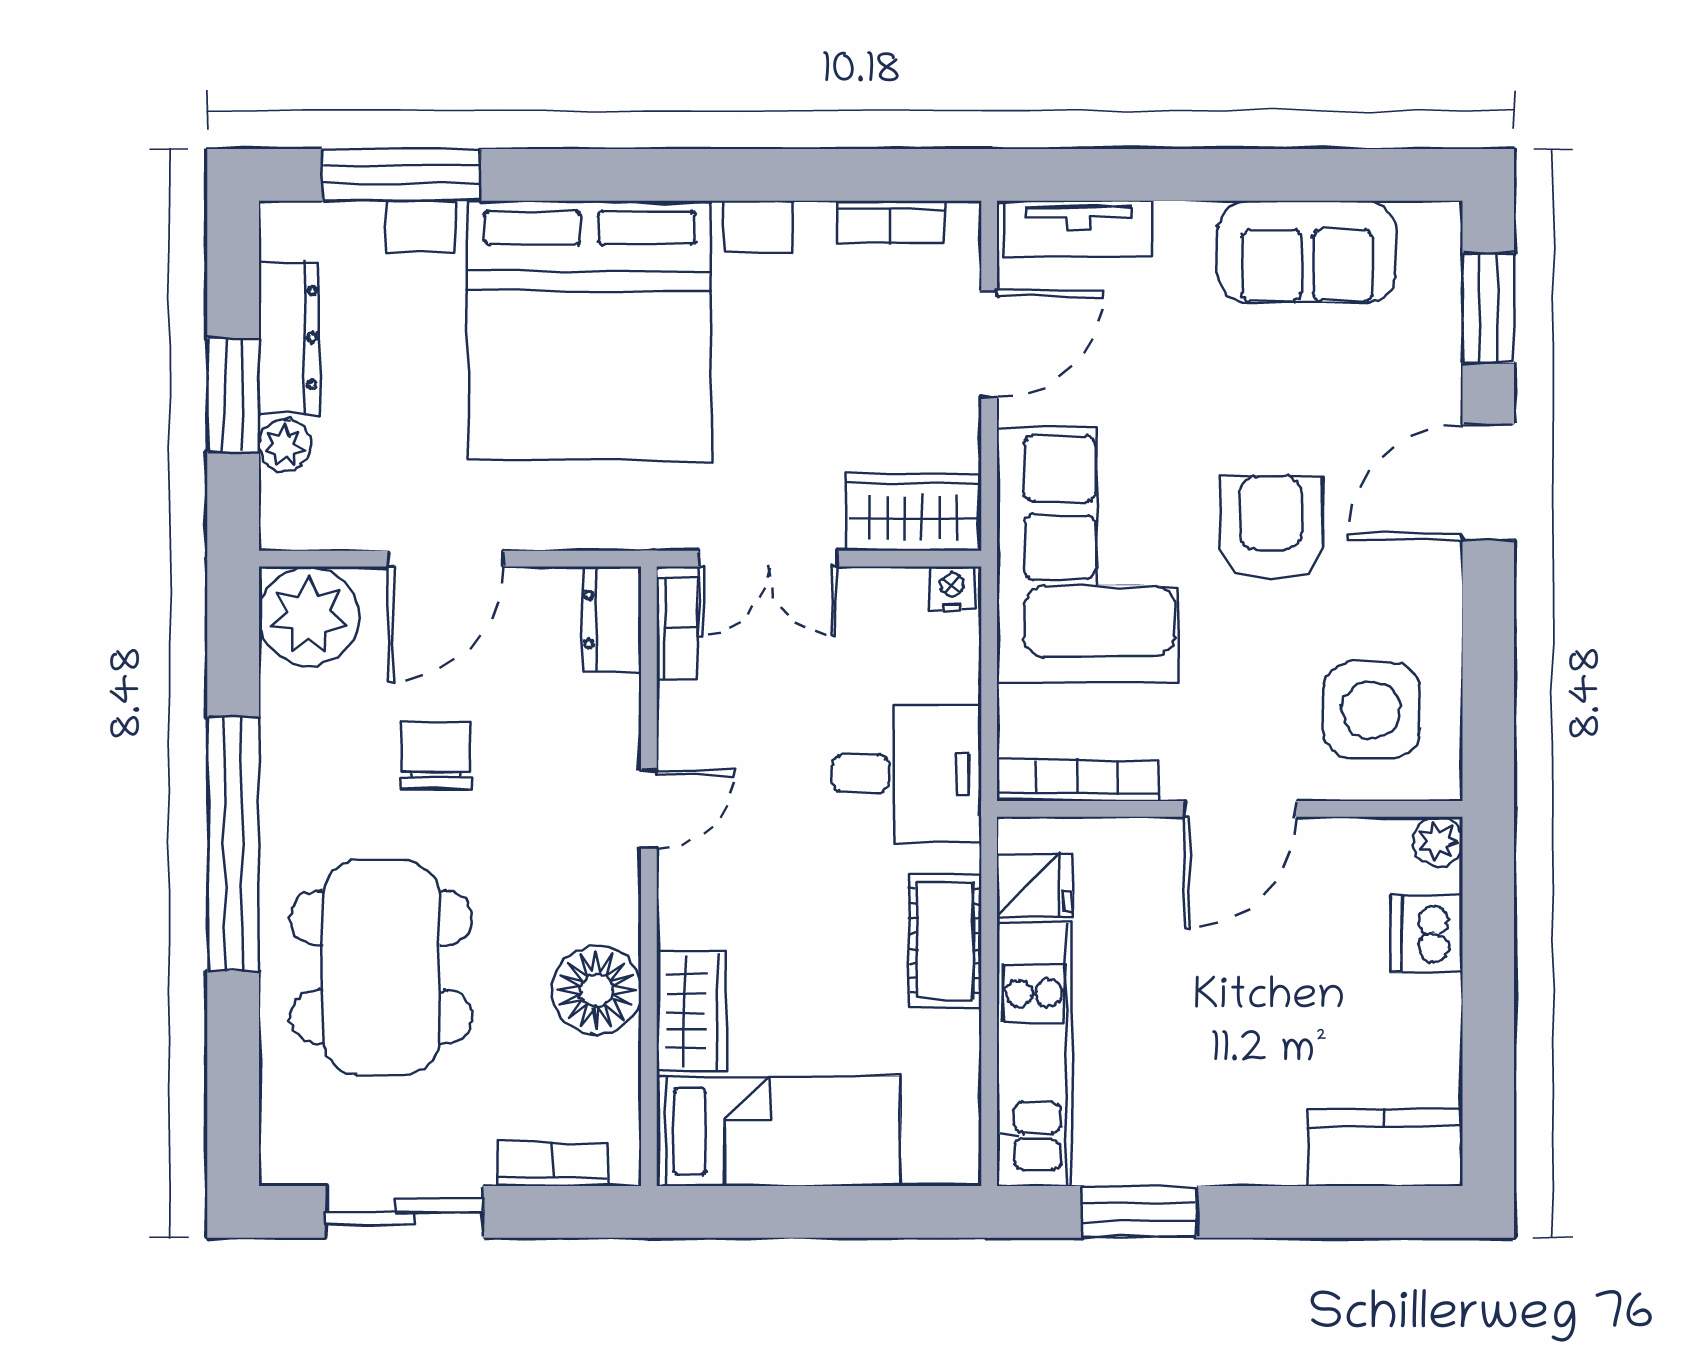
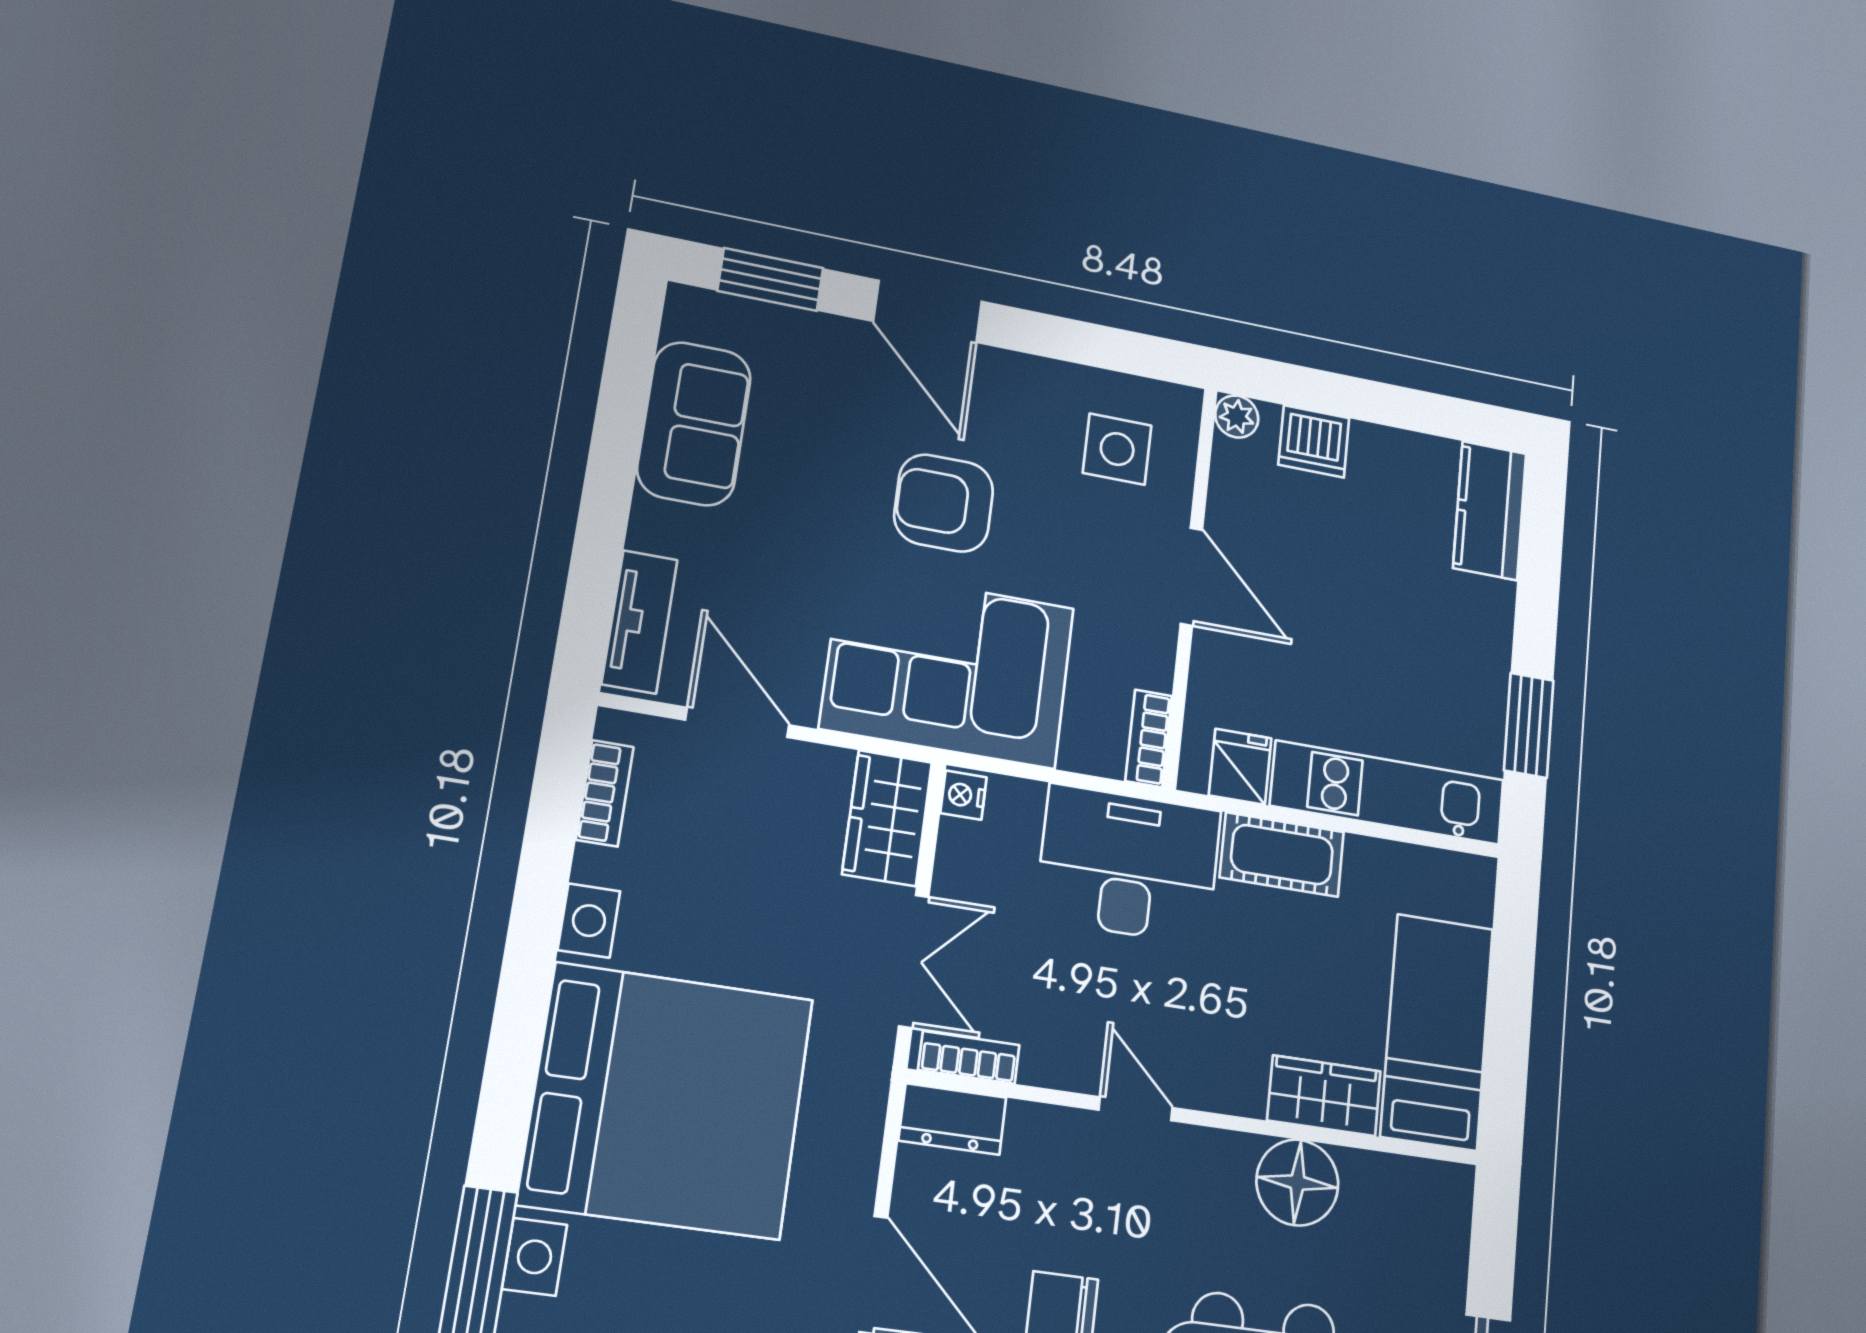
side table: (1371, 710) -> (1117, 449), width x0.73, depth x0.73
desk: (907, 774) -> (1129, 864), width x1.37
bookcase: (1078, 781) -> (1149, 738), width x0.64
bookcase: (552, 1164) -> (1450, 1246), removed

